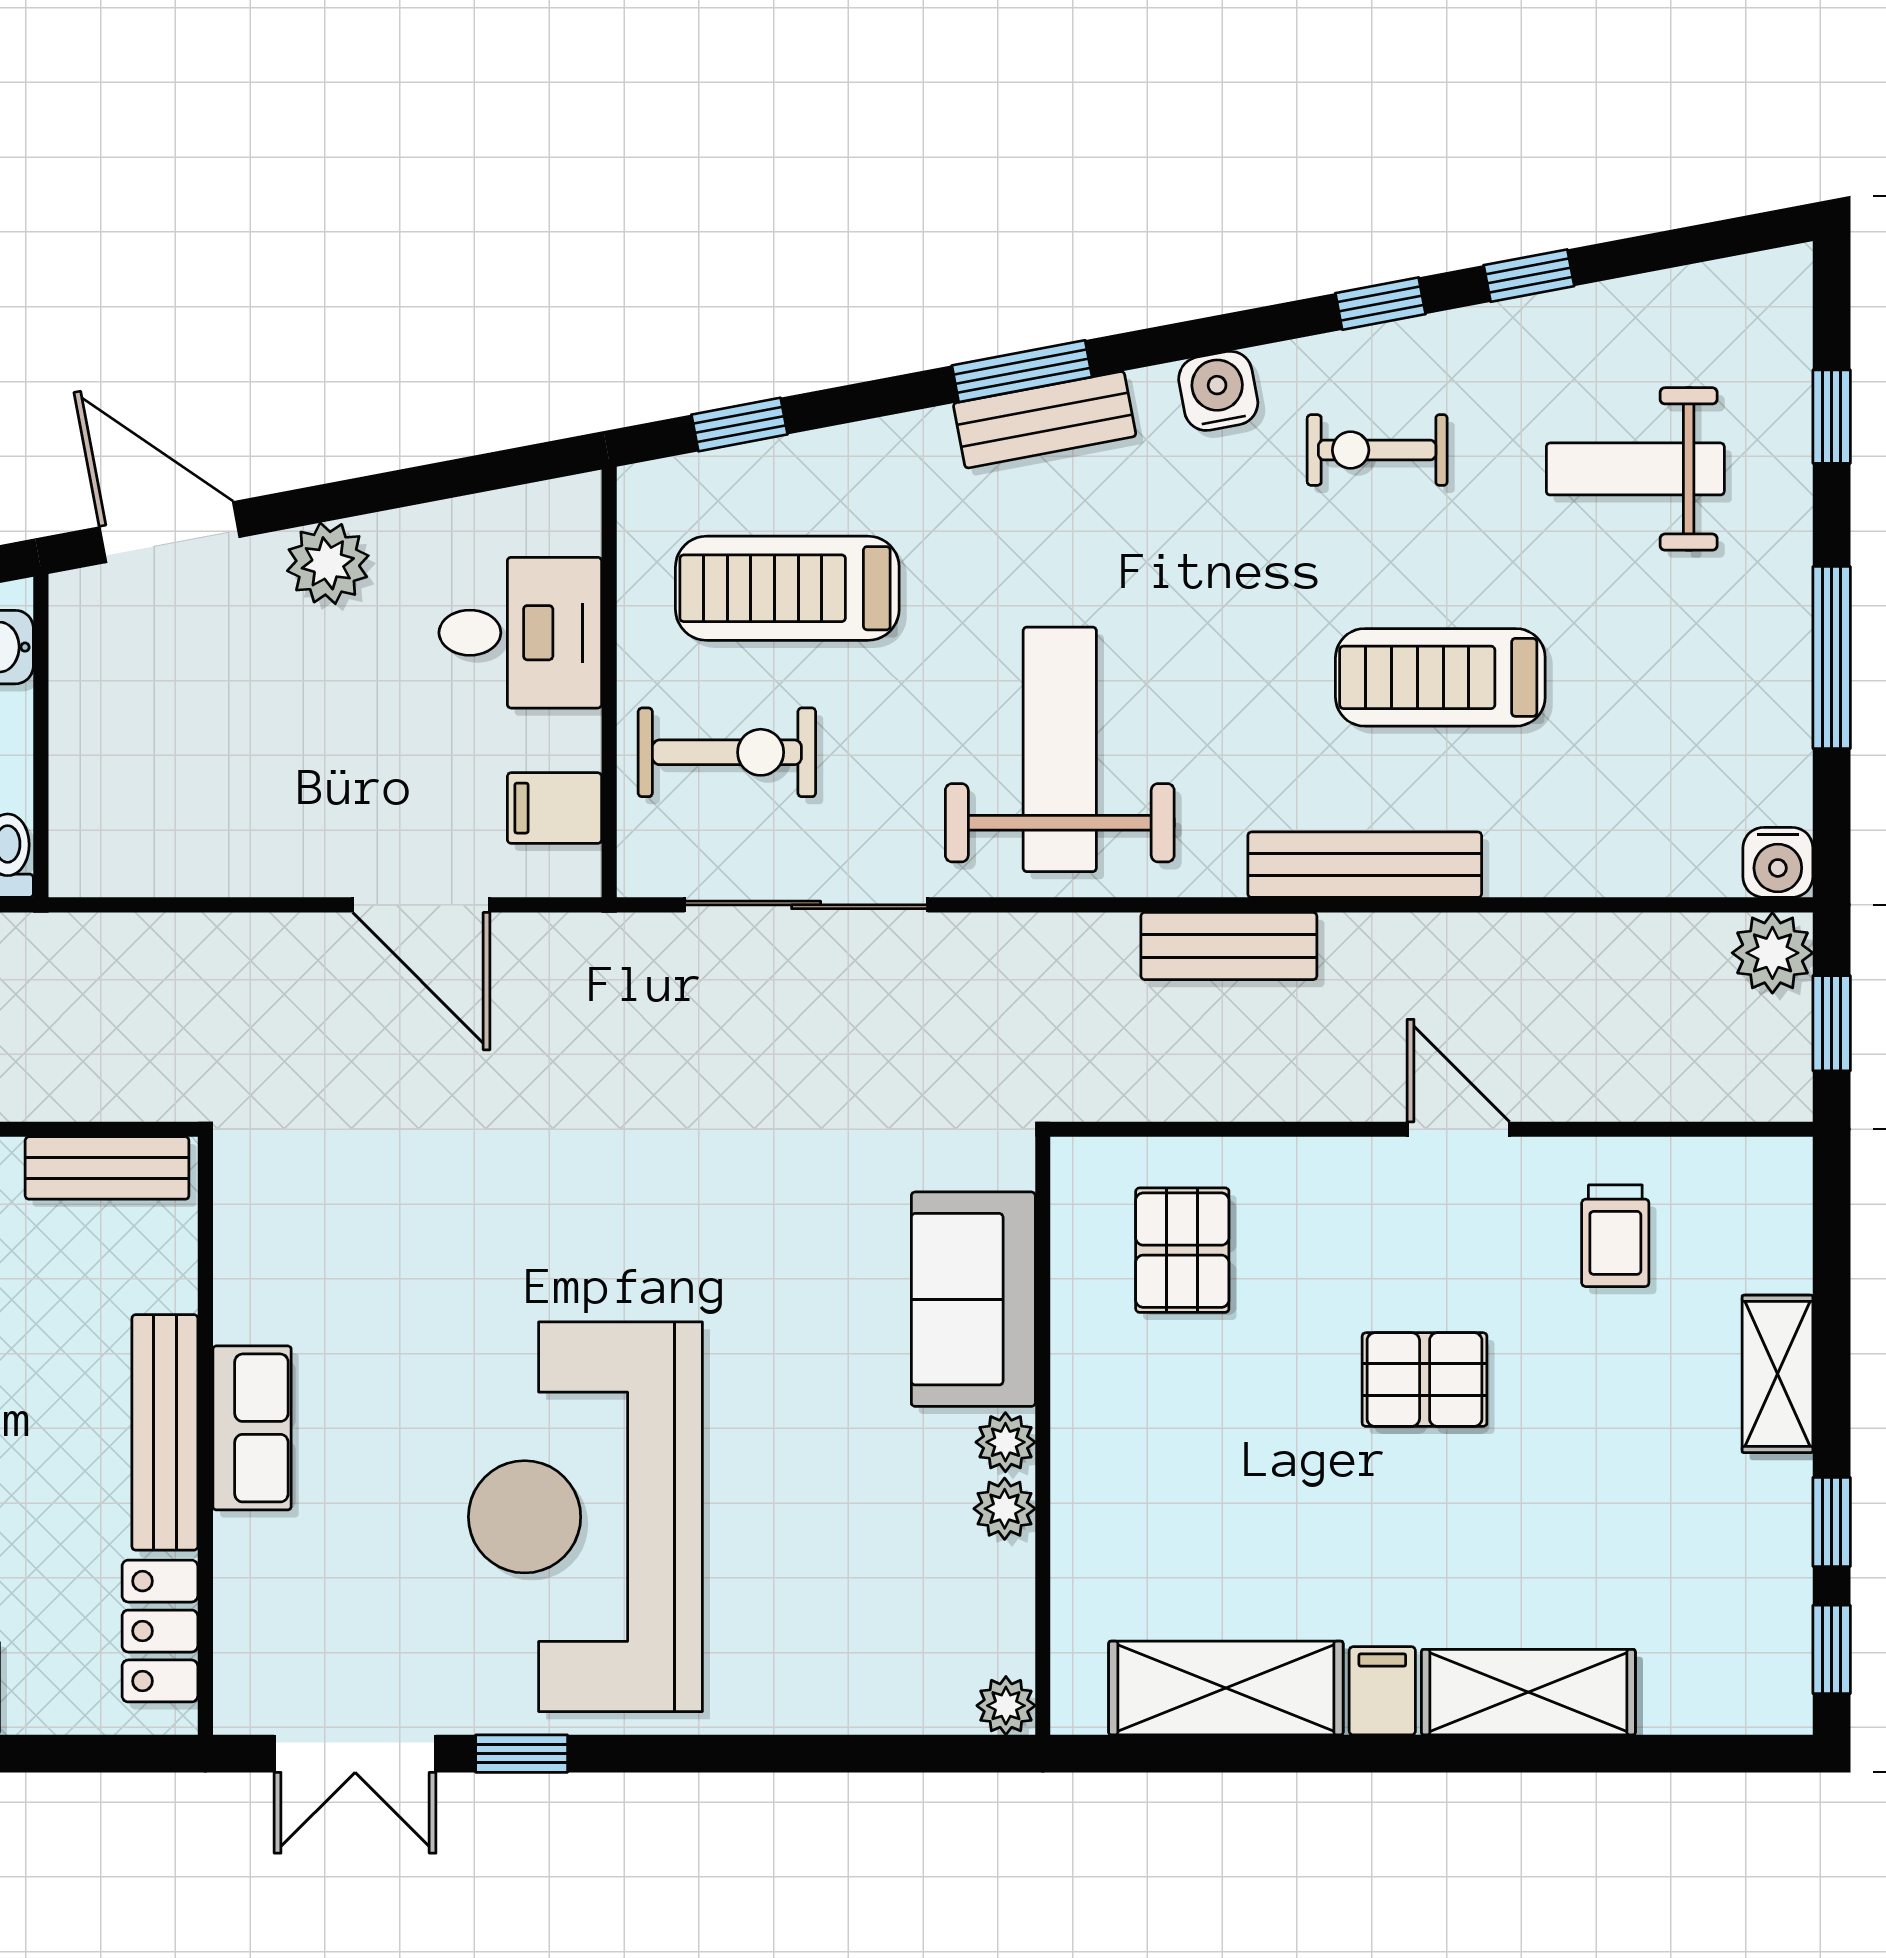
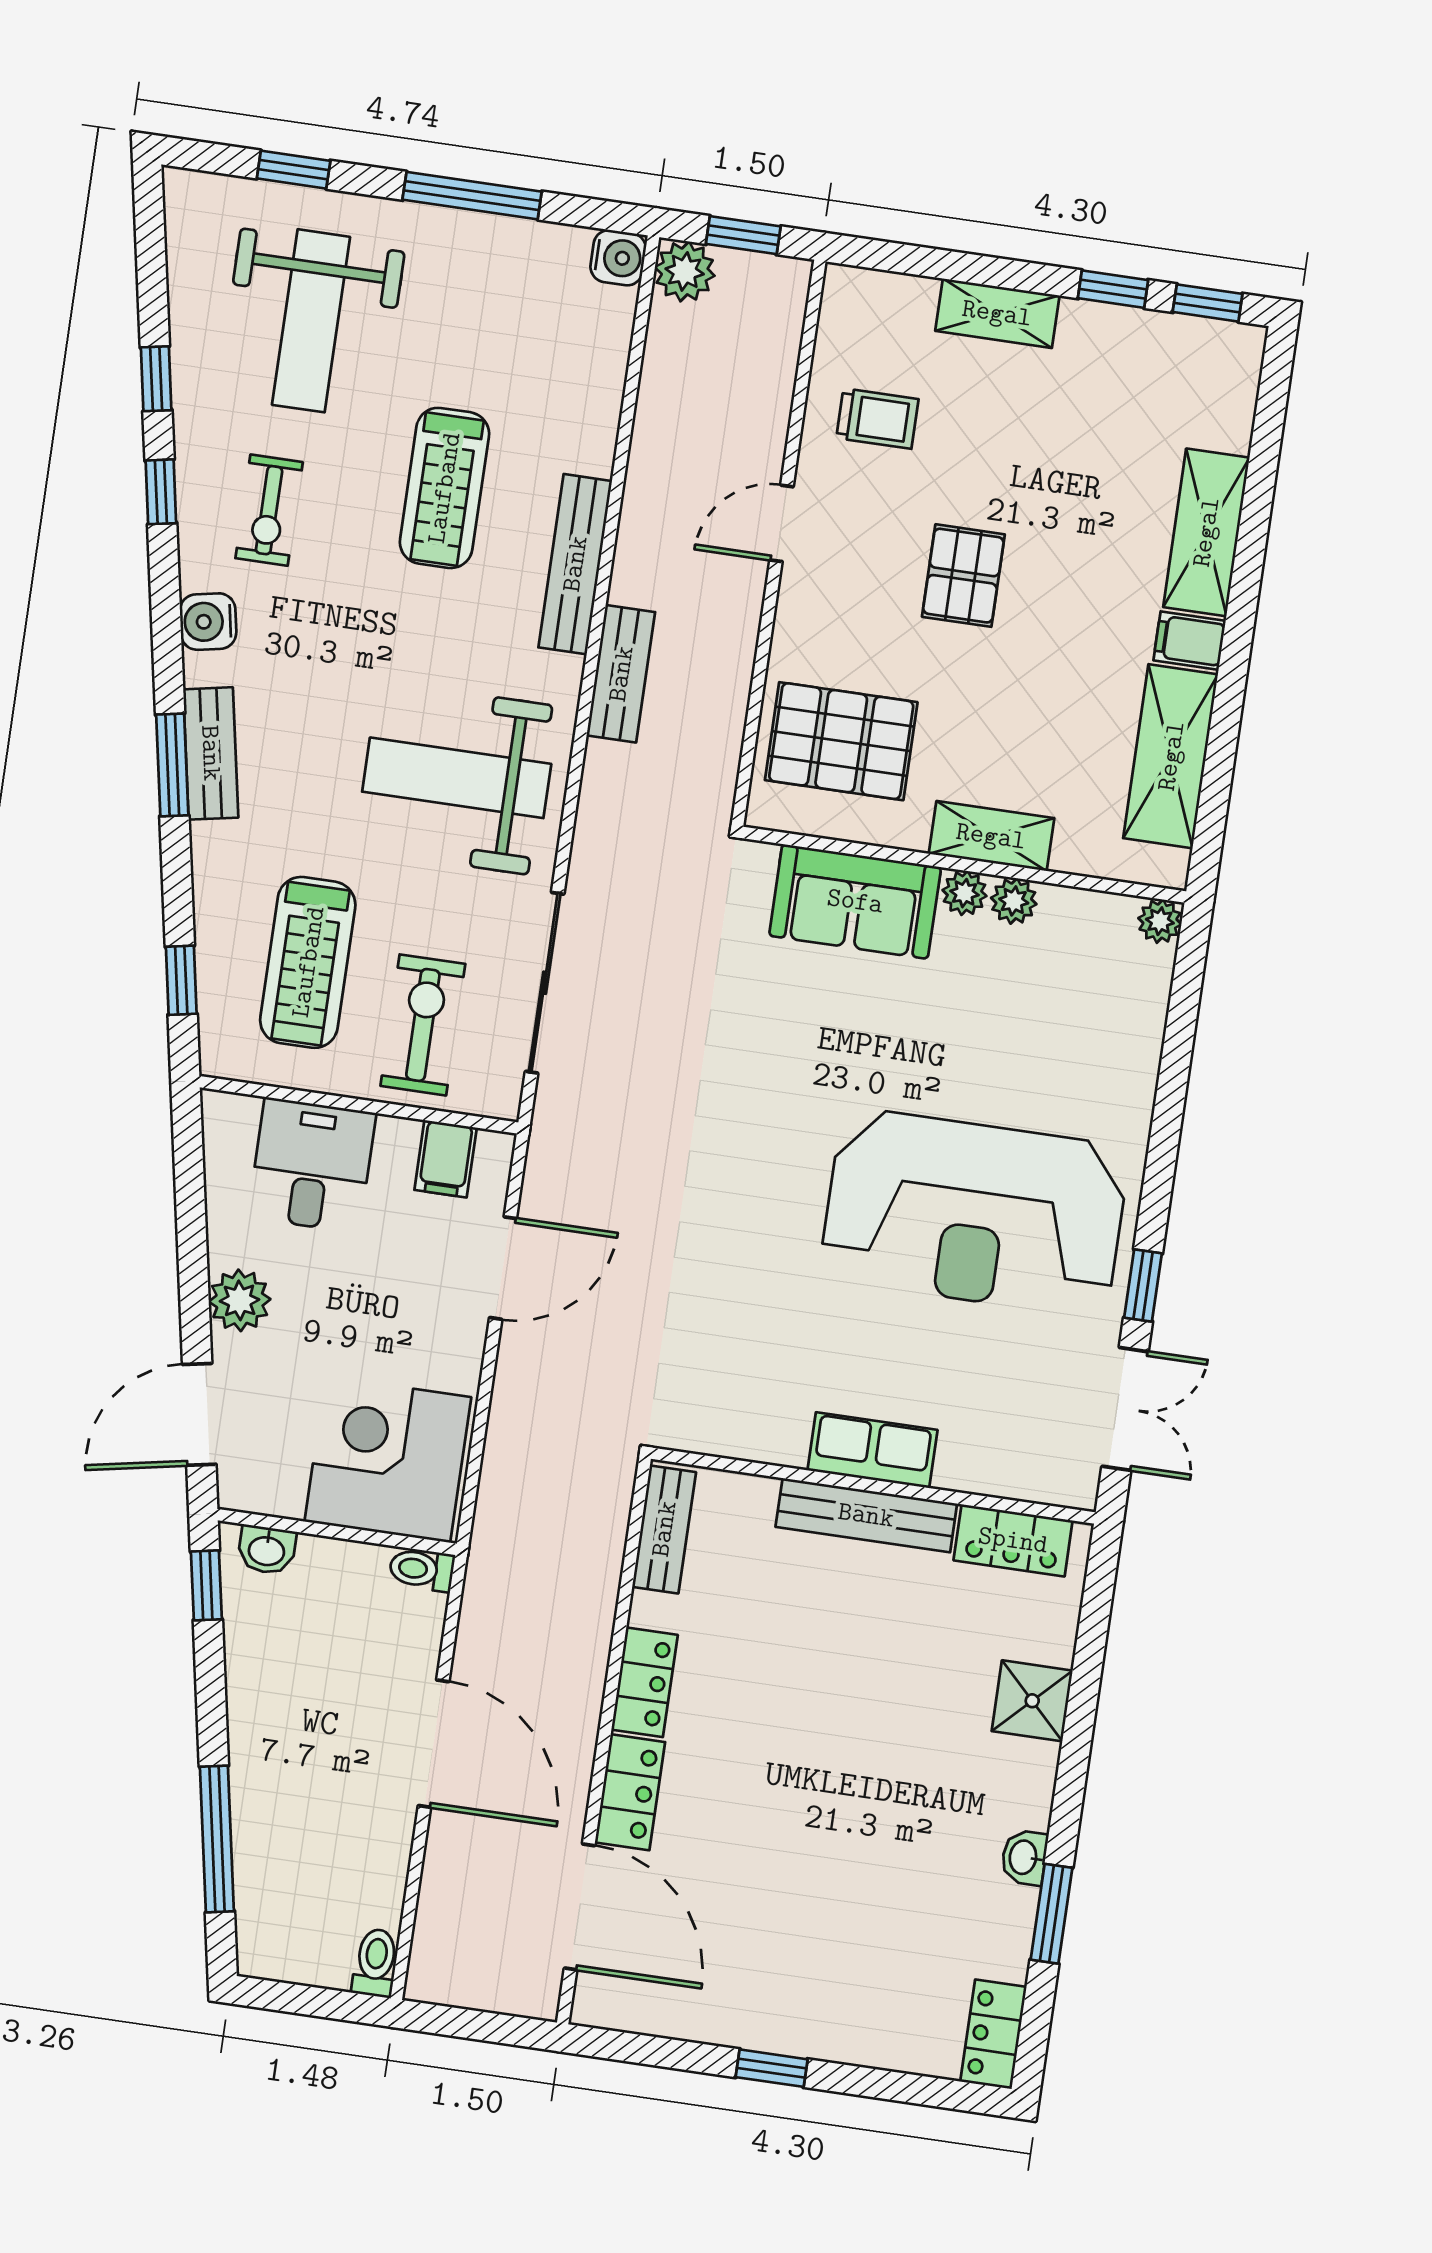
weight bench: (1635, 469) -> (311, 321), width x1.36, depth x1.33
corner desk: (146, 790) -> (388, 1459), added
pallet: (1182, 1250) -> (841, 741), width x1.50, depth x1.42
shelving: (1086, 1467) -> (991, 836), added

